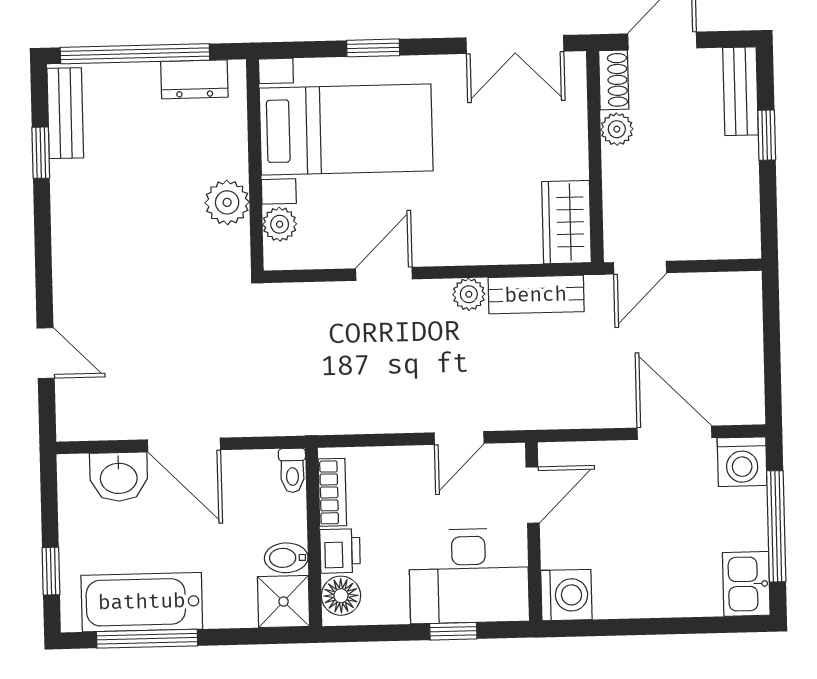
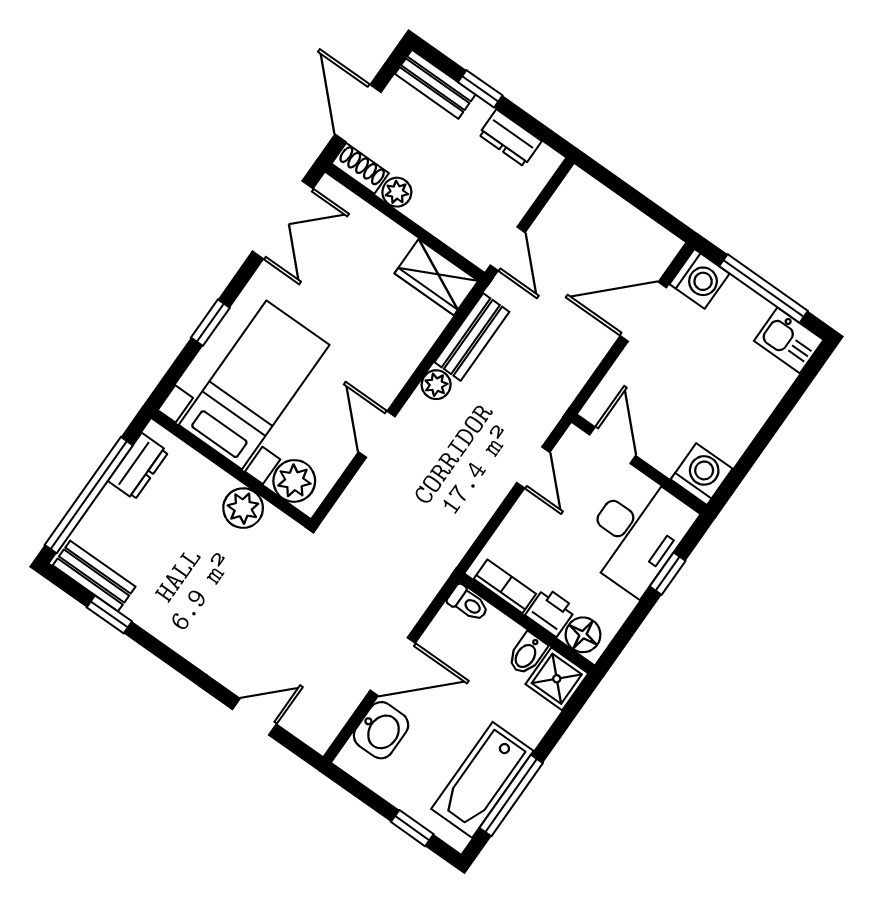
dresser: (742, 195) -> (510, 138), added
plant: (280, 224) -> (294, 481), width x1.38, depth x1.38

